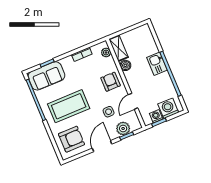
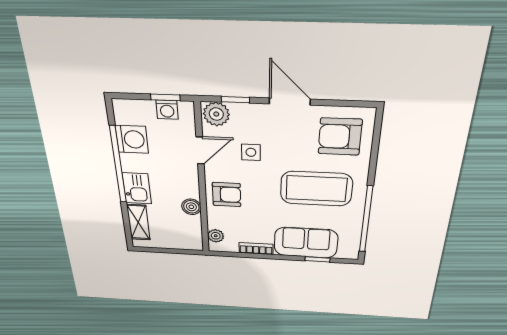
shelving: (118, 48) -> (138, 222), moved
sofa: (46, 76) -> (306, 243), moved
armchair: (111, 82) -> (227, 195), turned -90
washing machine: (168, 108) -> (132, 139), moved, turned -90
plant: (123, 128) -> (216, 114), moved
door: (102, 146) -> (290, 102), swing flipped

